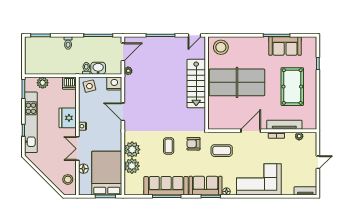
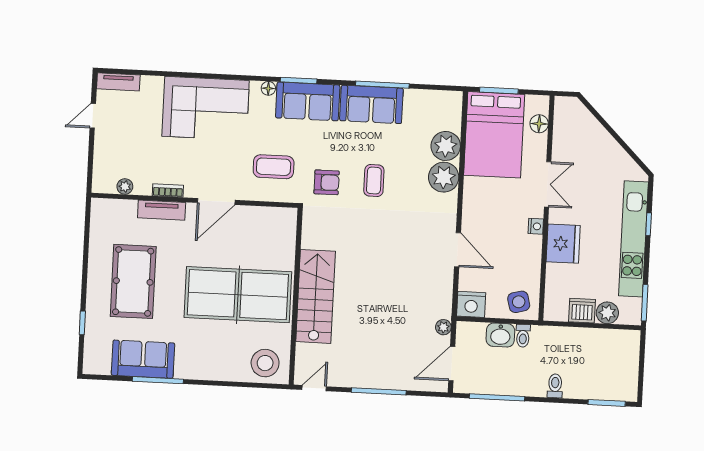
dishwasher: (69, 83) -> (582, 311), moved
tv unit: (284, 125) -> (162, 210), width x0.71
door: (318, 162) -> (93, 116), moved
floor lamp: (83, 169) -> (539, 124), moved
stool: (68, 179) -> (569, 126), removed
sofa: (166, 186) -> (371, 104), width x0.73

